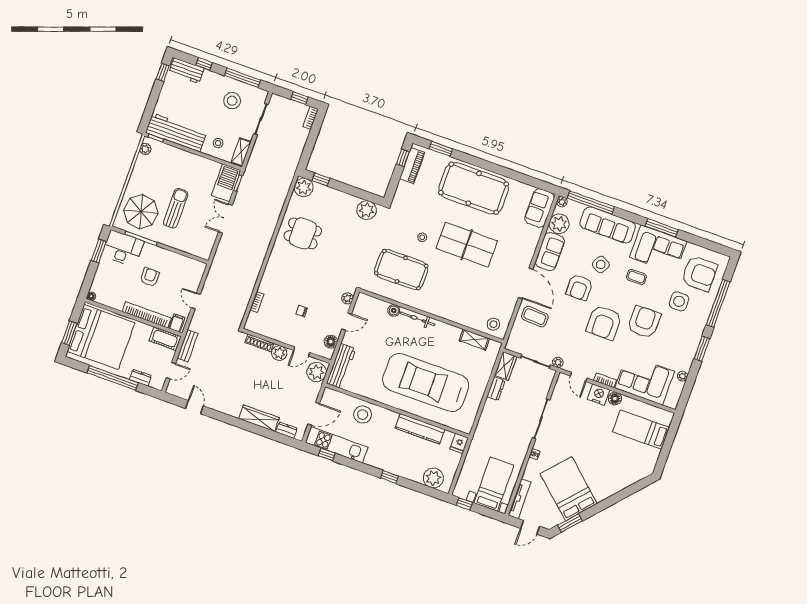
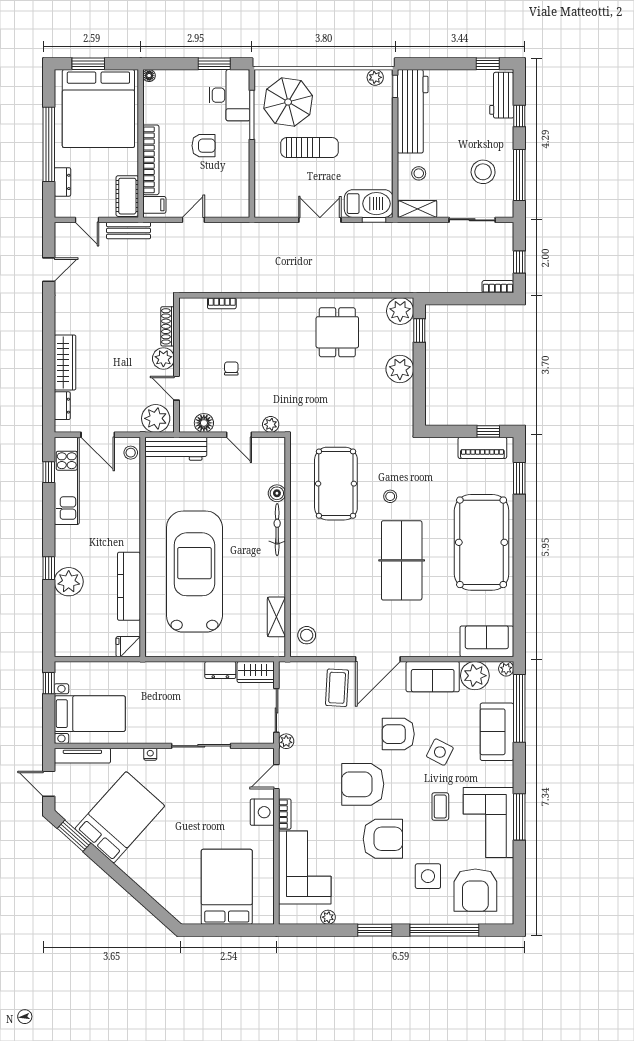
plant: (367, 210) -> (400, 369), moved
sofa: (608, 225) -> (497, 732), width x0.73
floor lamp: (615, 399) -> (265, 836), removed
stool: (363, 415) -> (131, 453), moved, width x0.53, depth x0.53
bed: (641, 430) -> (227, 887), width x1.50
plant: (433, 478) -> (69, 582), moved

